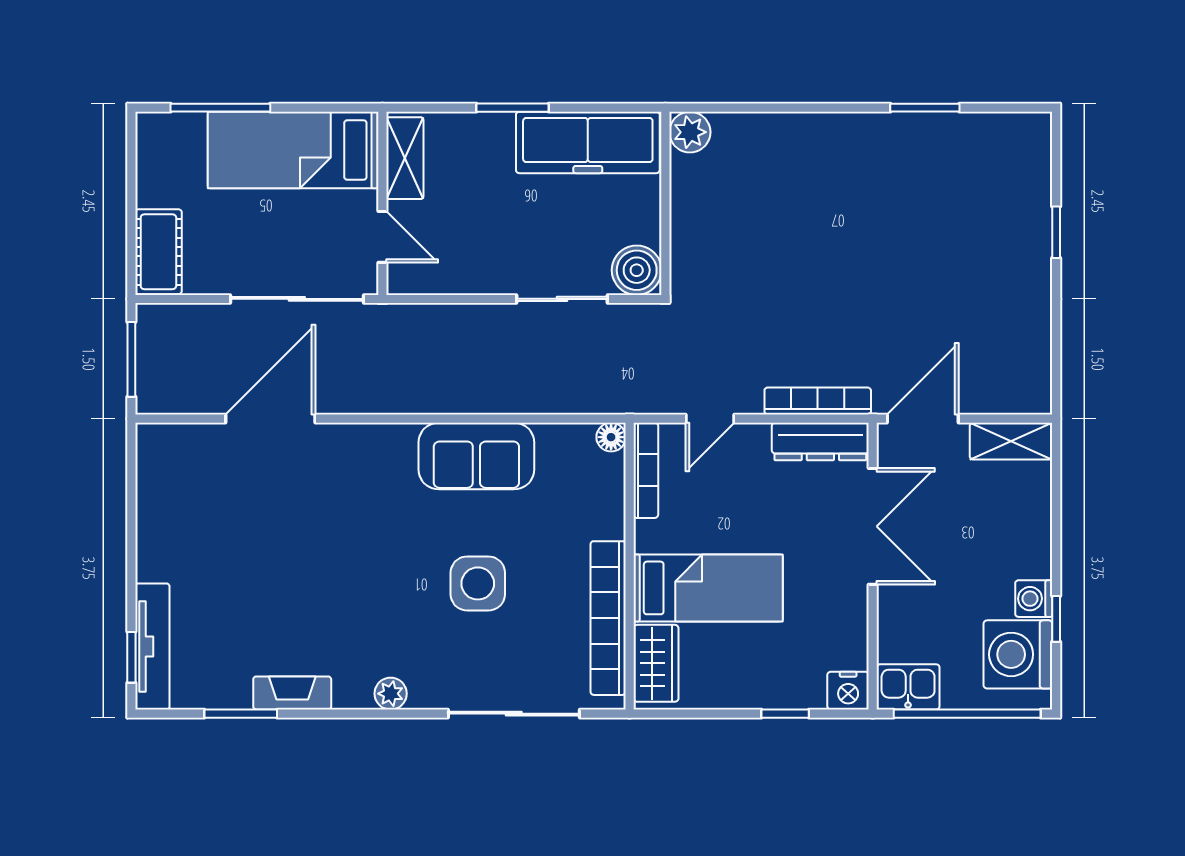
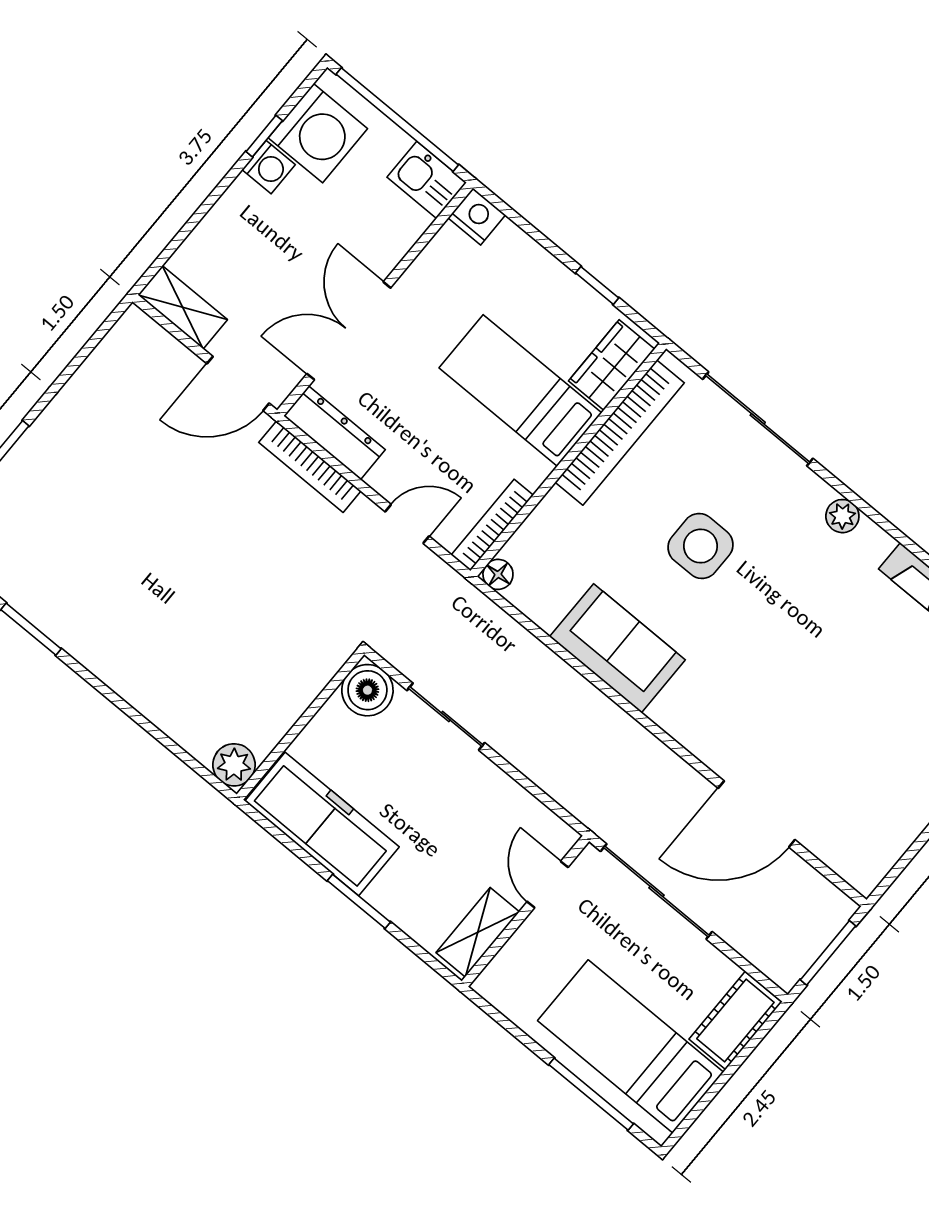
bed: (293, 150) -> (630, 1046), moved, turned 180
window: (785, 714) -> (597, 285), moved

